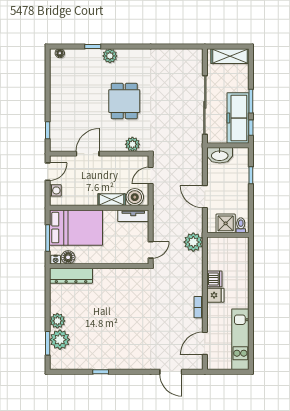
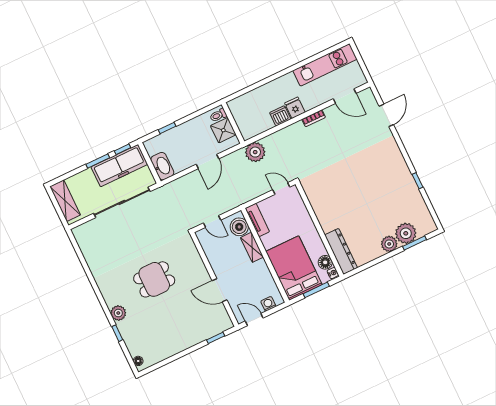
plant: (132, 144) -> (191, 253), removed

